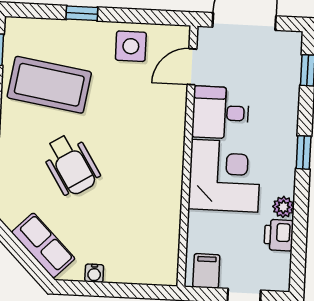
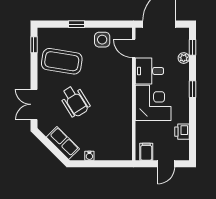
door: (192, 67) -> (134, 48), hinge flipped
plant: (283, 207) -> (184, 58), moved

